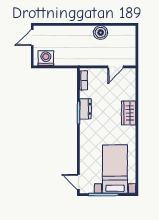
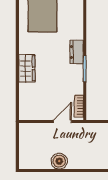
door: (116, 67) -> (62, 122), moved
dresser: (85, 109) -> (77, 52), moved

